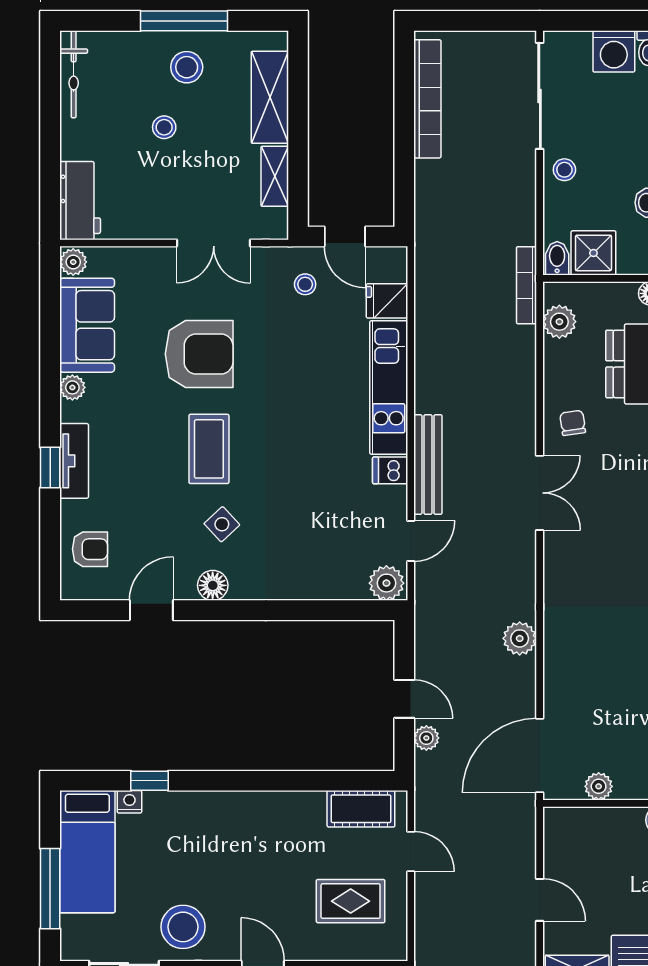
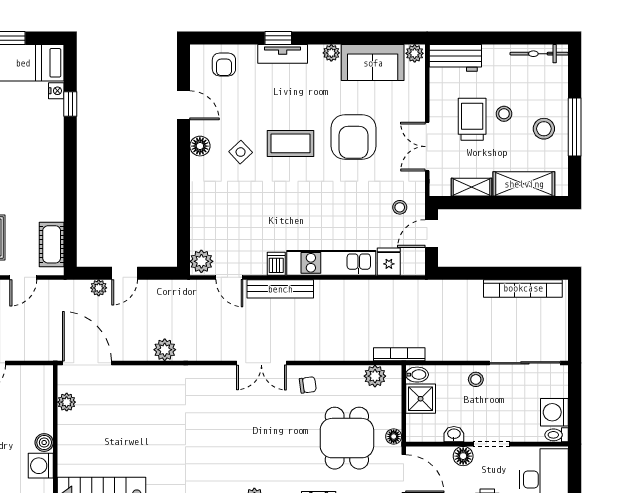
trolley: (172, 175) -> (472, 119), added

